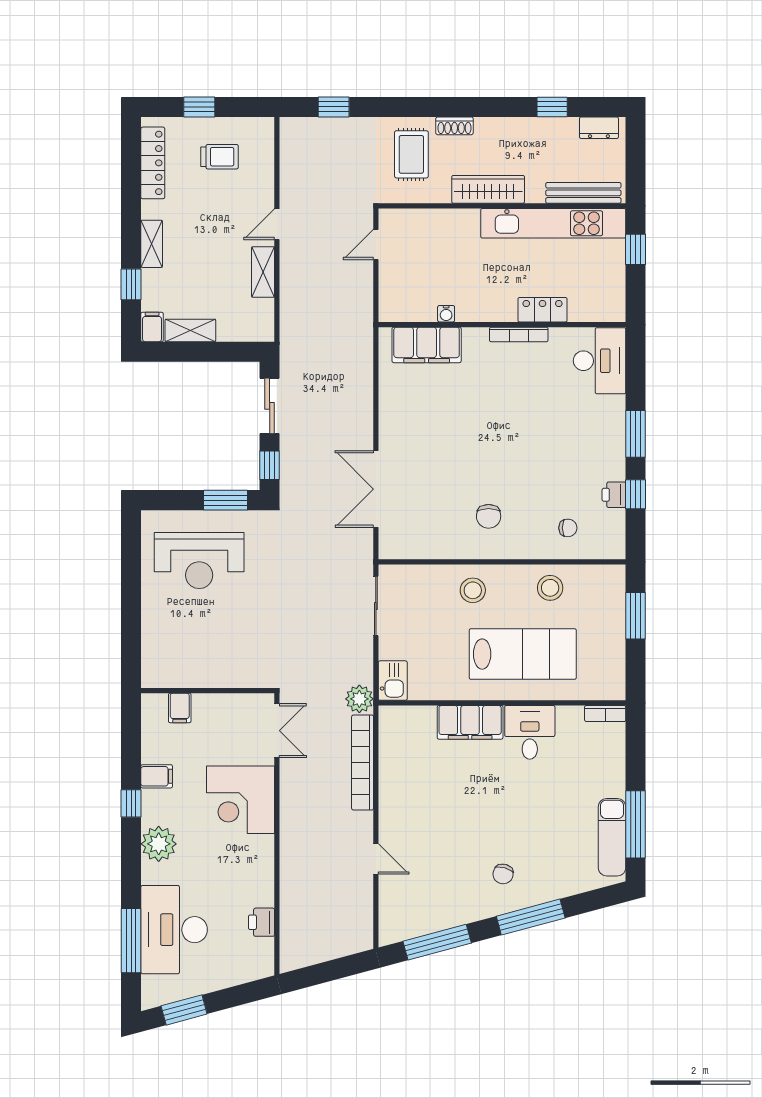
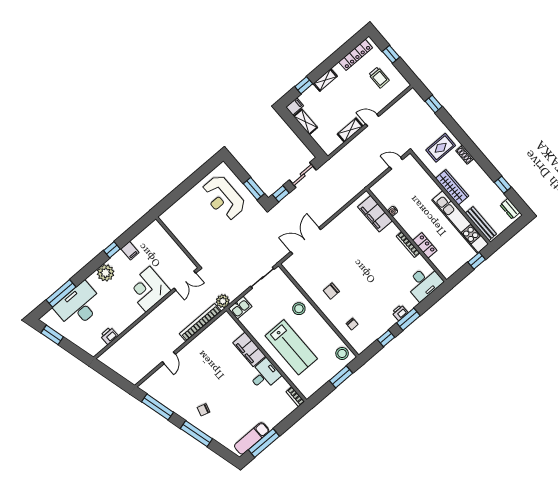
printer: (614, 495) -> (400, 313), moved
stool: (550, 588) -> (342, 353), moved
filing cabinet: (180, 708) -> (163, 238), removed

